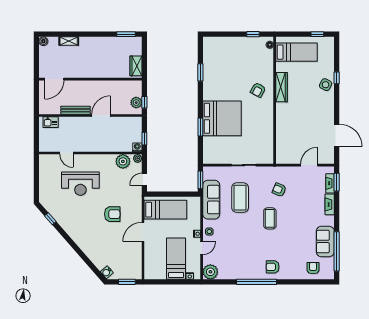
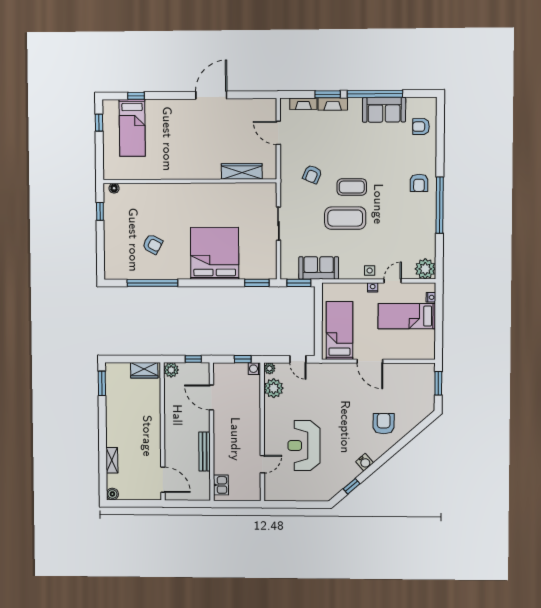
bed: (296, 52) -> (132, 128), moved, turned 180
window: (200, 72) -> (152, 283), width x2.11
window: (337, 78) -> (136, 96), moved
side table: (326, 85) -> (168, 111), removed
wardrobe: (282, 87) -> (242, 171), moved
armchair: (258, 90) -> (153, 244), moved
plant: (136, 103) -> (171, 370), moved
door: (101, 116) -> (211, 397), moved
window: (200, 127) -> (257, 283), moved
door: (337, 135) -> (211, 95), moved
window: (337, 182) -> (328, 94), moved
reception desk: (80, 184) -> (304, 446), turned 180
coffee table: (240, 198) -> (345, 218), moved
sofa: (211, 200) -> (319, 268), width x0.73
armchair: (112, 214) -> (384, 424), moved
door: (202, 248) -> (393, 281), hinge flipped
window: (337, 251) -> (375, 94), moved
water cooler: (107, 272) -> (365, 462), moved

